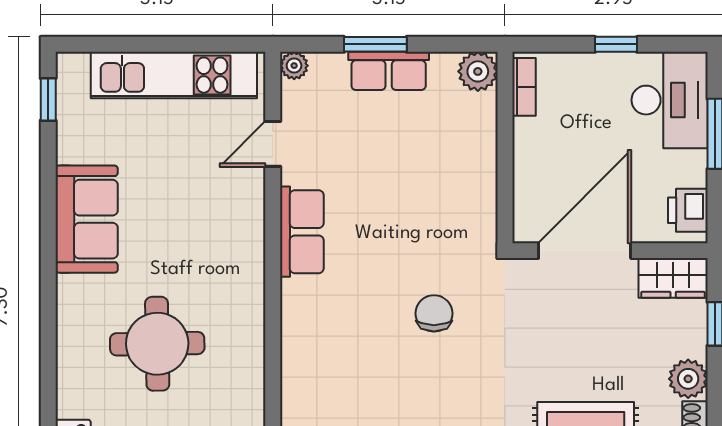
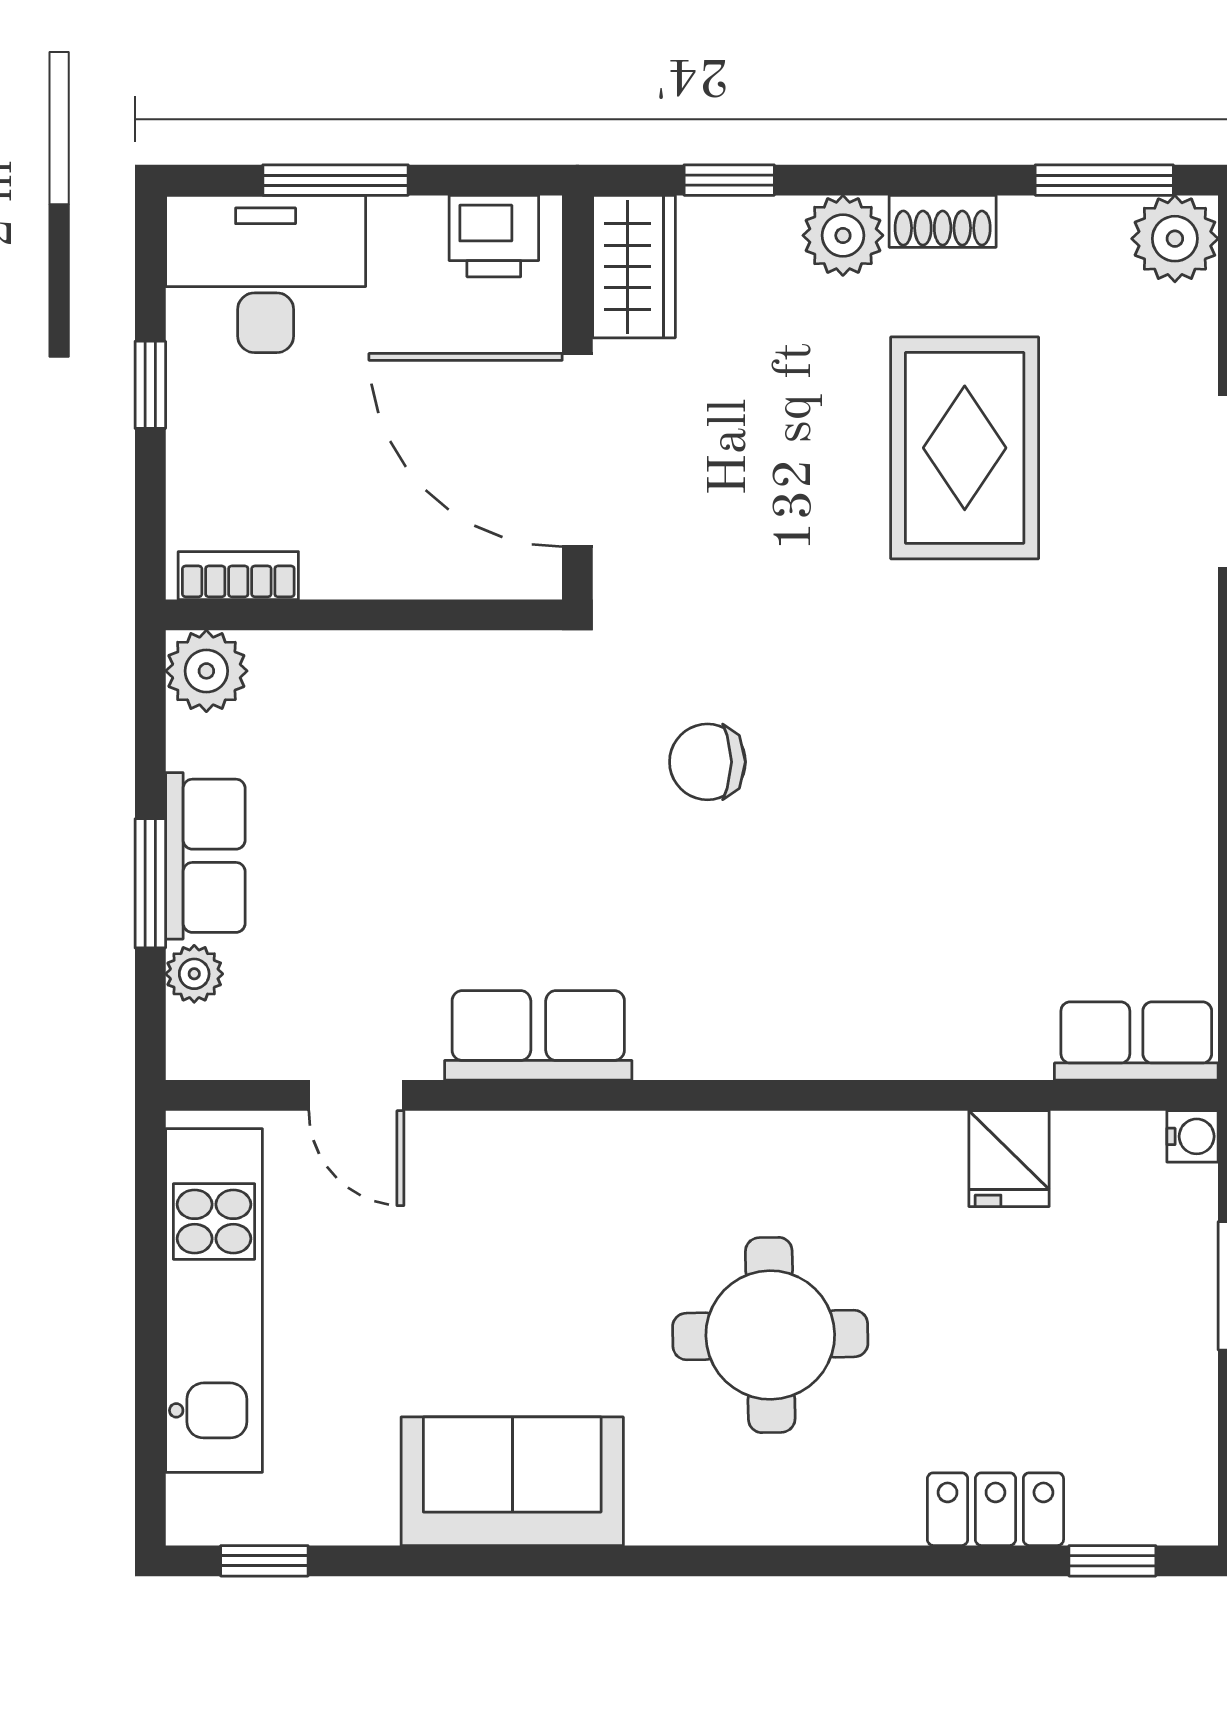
plant: (294, 66) -> (194, 974), moved

